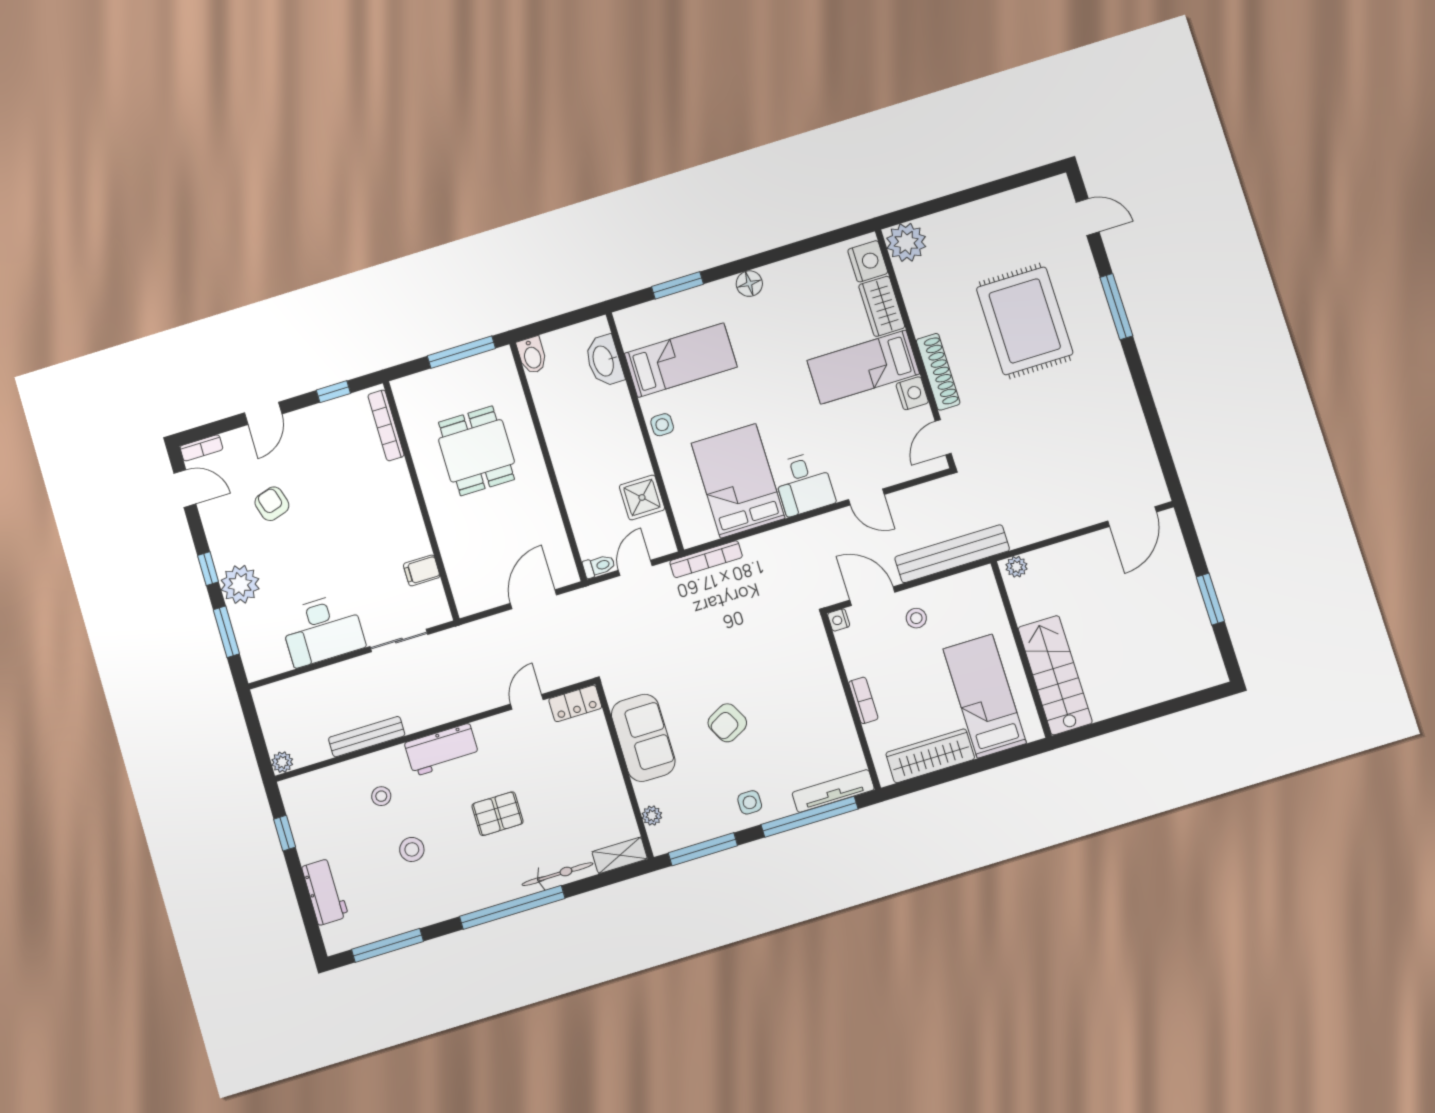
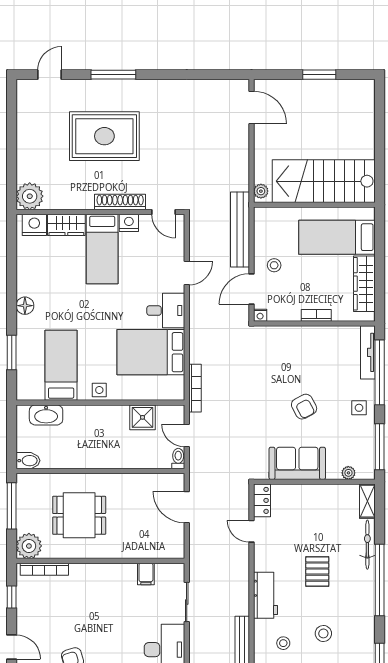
plant: (412, 394) -> (29, 546), added
stairs: (1055, 675) -> (324, 181), width x1.36, depth x1.51

